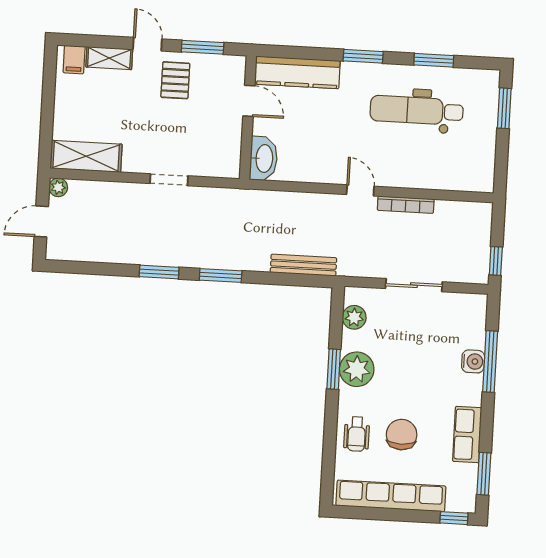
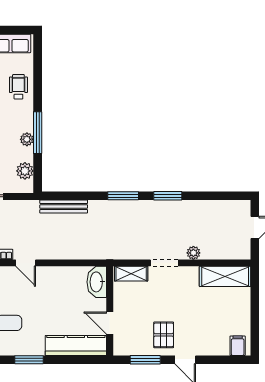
shelving: (109, 58) -> (131, 274), moved
plant: (58, 187) -> (193, 253), moved
window: (334, 369) -> (38, 133), width x1.44
plant: (357, 369) -> (27, 139), width x0.53, depth x0.53

